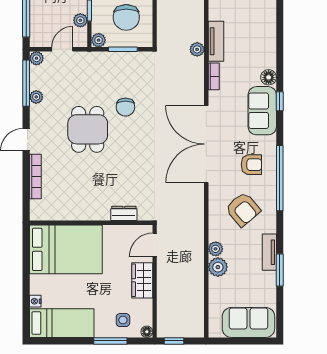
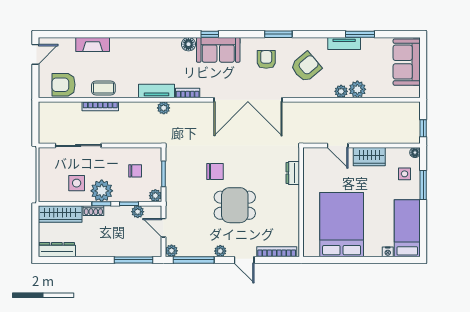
chair: (126, 17) -> (135, 171), width x0.54, depth x0.54
plant: (36, 97) -> (220, 251), moved
window: (280, 178) -> (278, 34), width x0.47
dresser: (124, 213) -> (293, 173), moved
wall: (91, 223) -> (301, 202), moved

